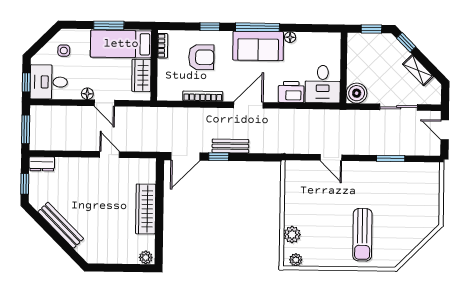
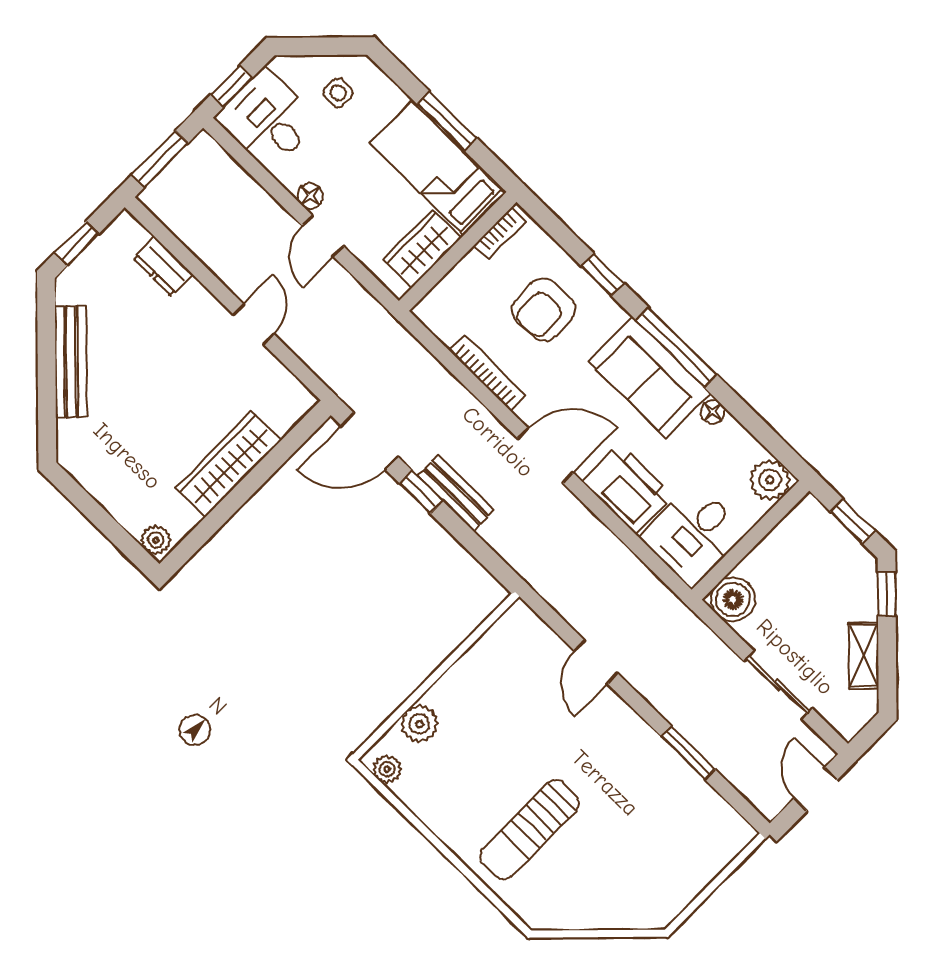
plant: (331, 42) -> (770, 480), added
armchair: (201, 57) -> (543, 310), turned 88
printer: (291, 92) -> (628, 489), width x1.37, depth x1.19
dresser: (42, 164) -> (163, 266), moved

